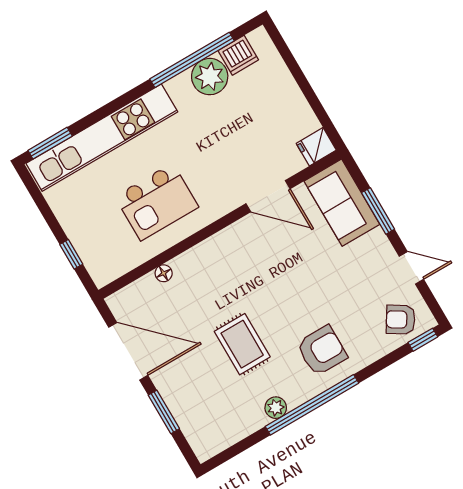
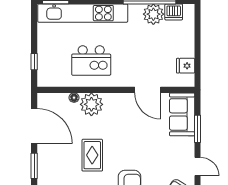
fridge: (316, 147) -> (186, 66), moved
plant: (196, 268) -> (91, 104), added

